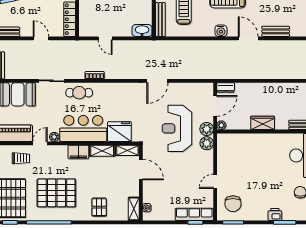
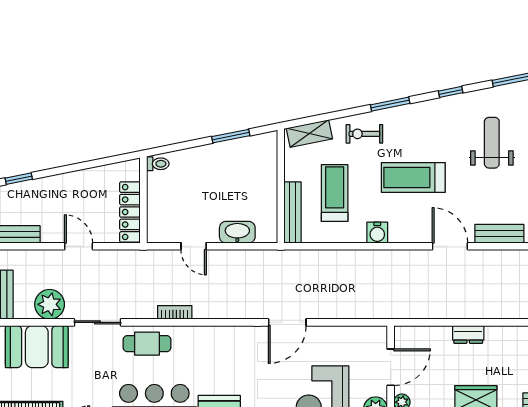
washbasin: (142, 31) -> (237, 232), moved
water cooler: (221, 31) -> (377, 233), moved
plant: (25, 71) -> (50, 304), added
dresser: (226, 88) -> (468, 334), moved

